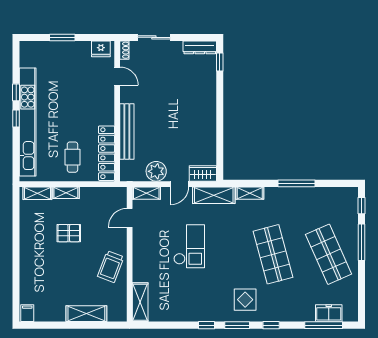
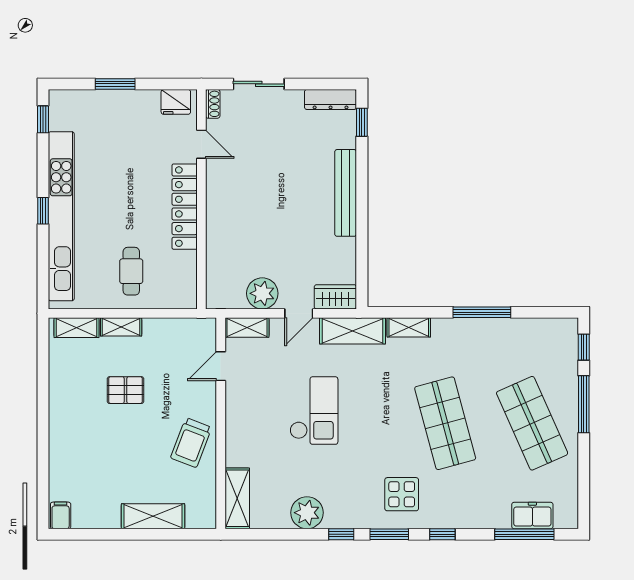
window: (16, 92) -> (43, 119), moved
bench: (127, 132) -> (346, 193), moved
locker: (107, 153) -> (185, 207), moved
plant: (185, 311) -> (307, 513), added

